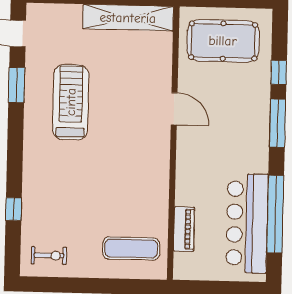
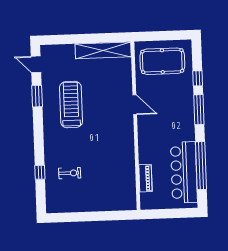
exercise mat: (131, 248) -> (114, 192), removed
exercise bike: (49, 256) -> (70, 173), moved

